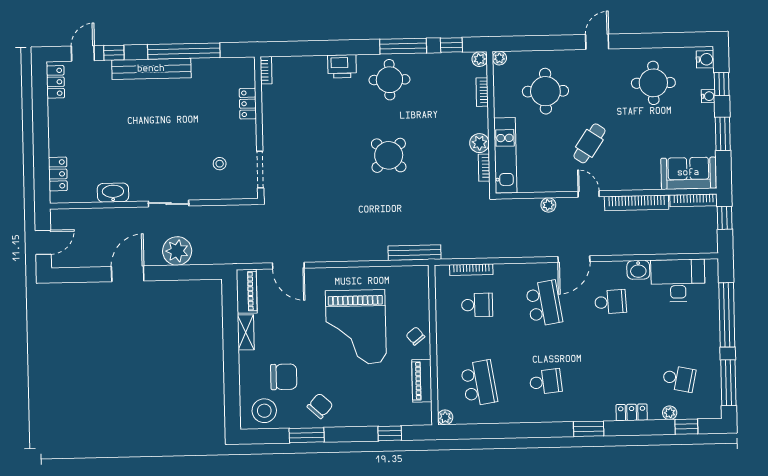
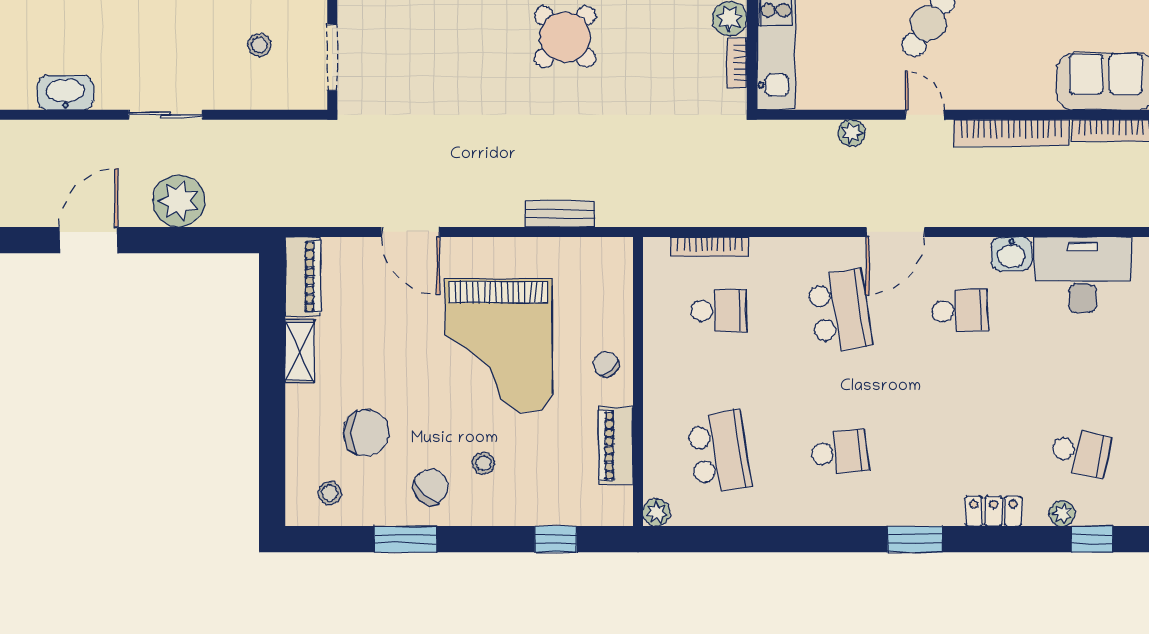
bench: (414, 253) -> (560, 214), moved, width x0.73
door: (288, 266) -> (410, 232), moved
stool: (349, 392) -> (483, 463), added
stool: (264, 411) -> (330, 493), width x0.53, depth x0.53

